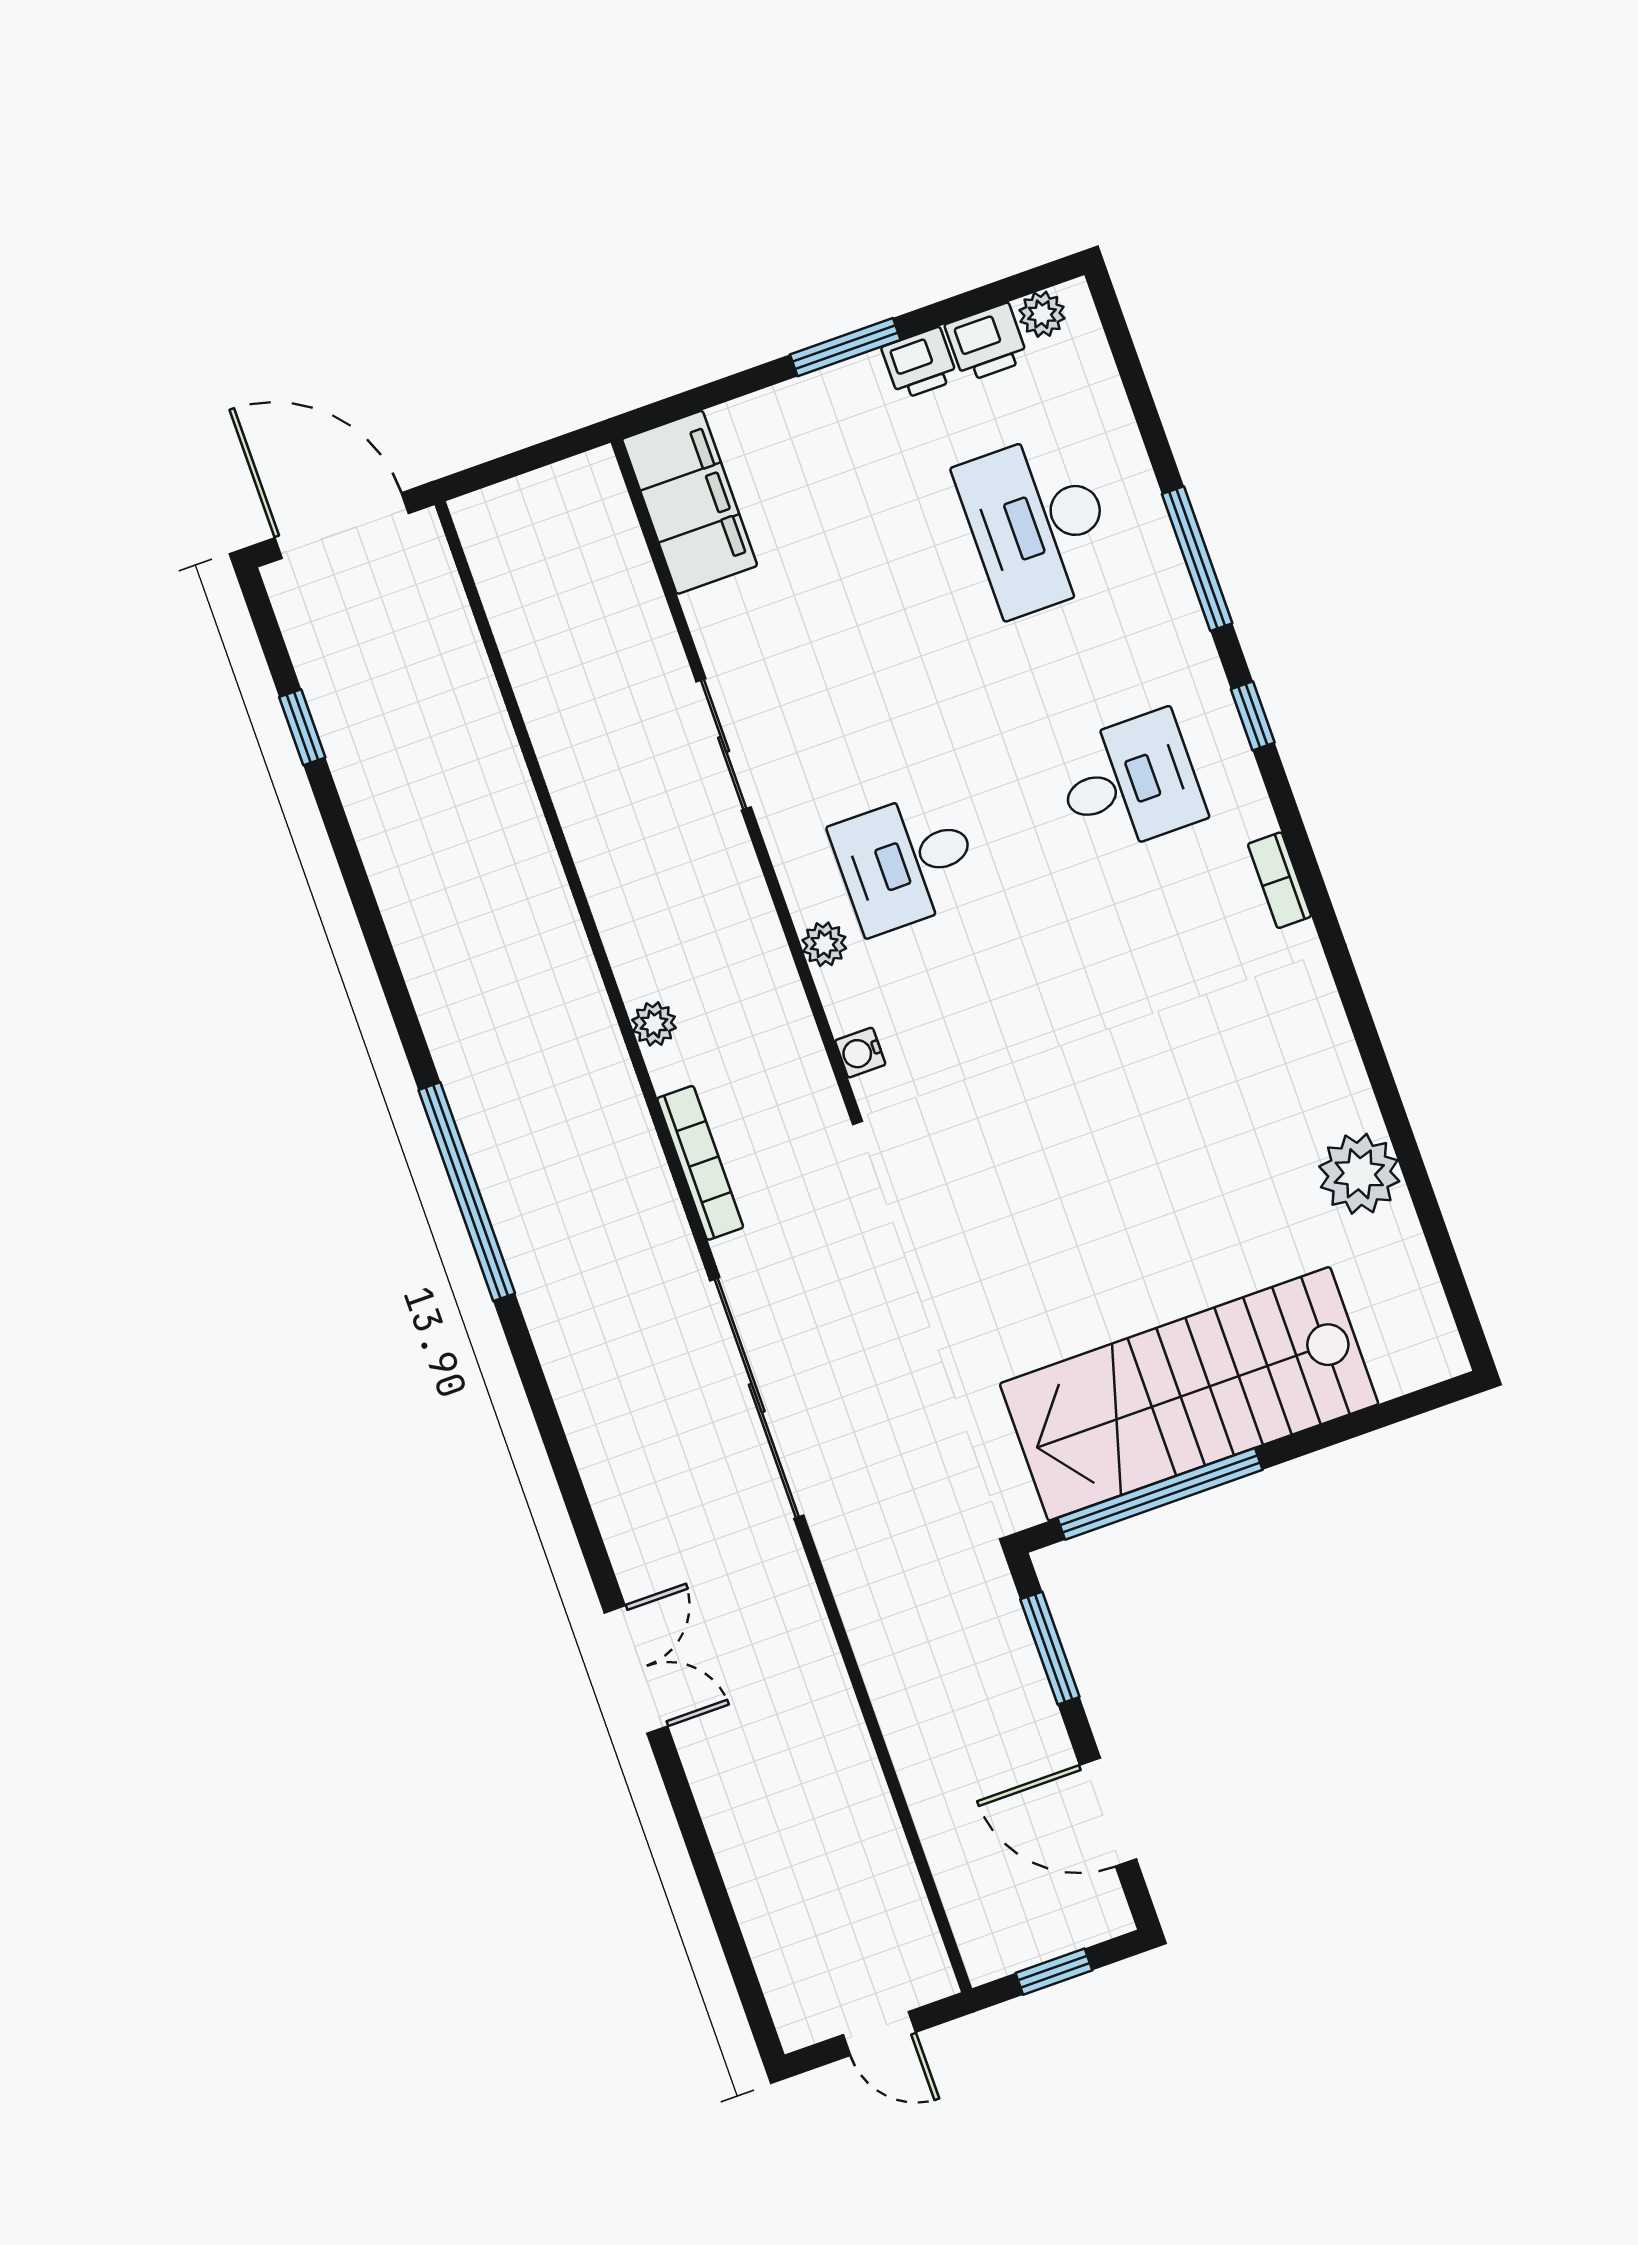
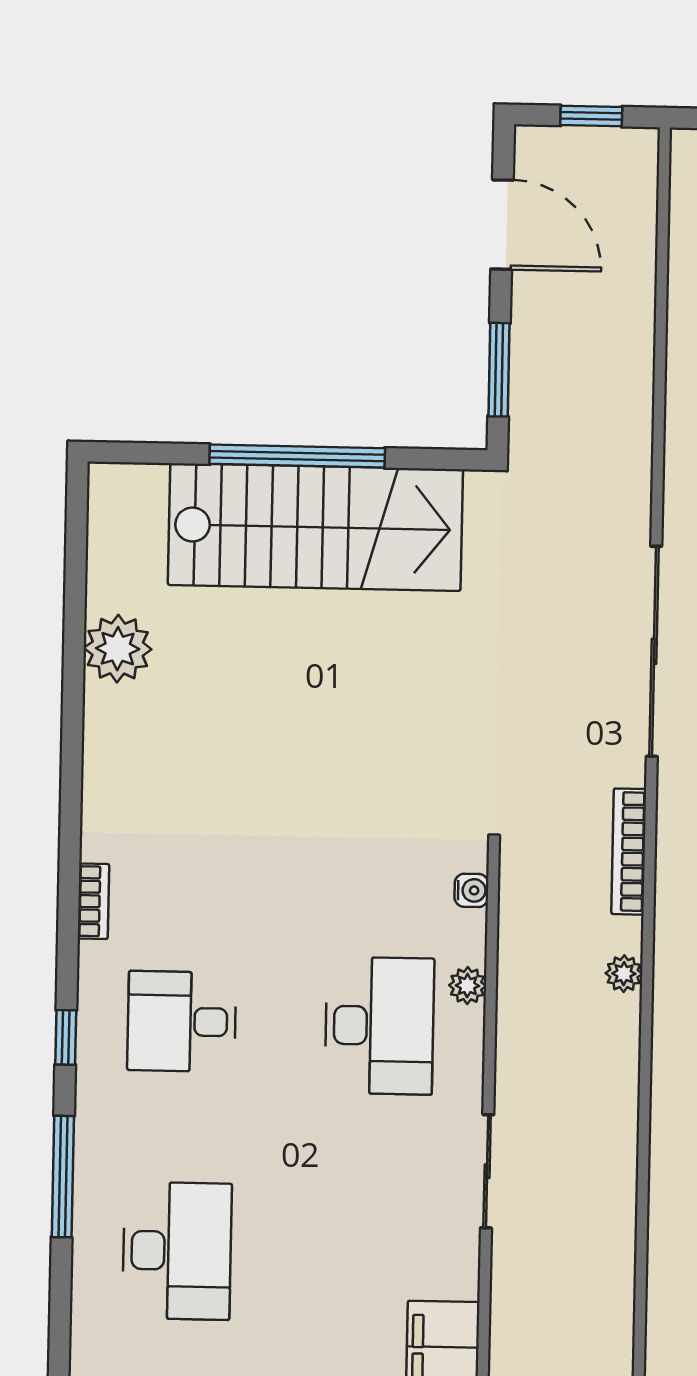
desk: (906, 862) -> (379, 1026), width x1.37
window: (1160, 1494) -> (297, 456), moved

